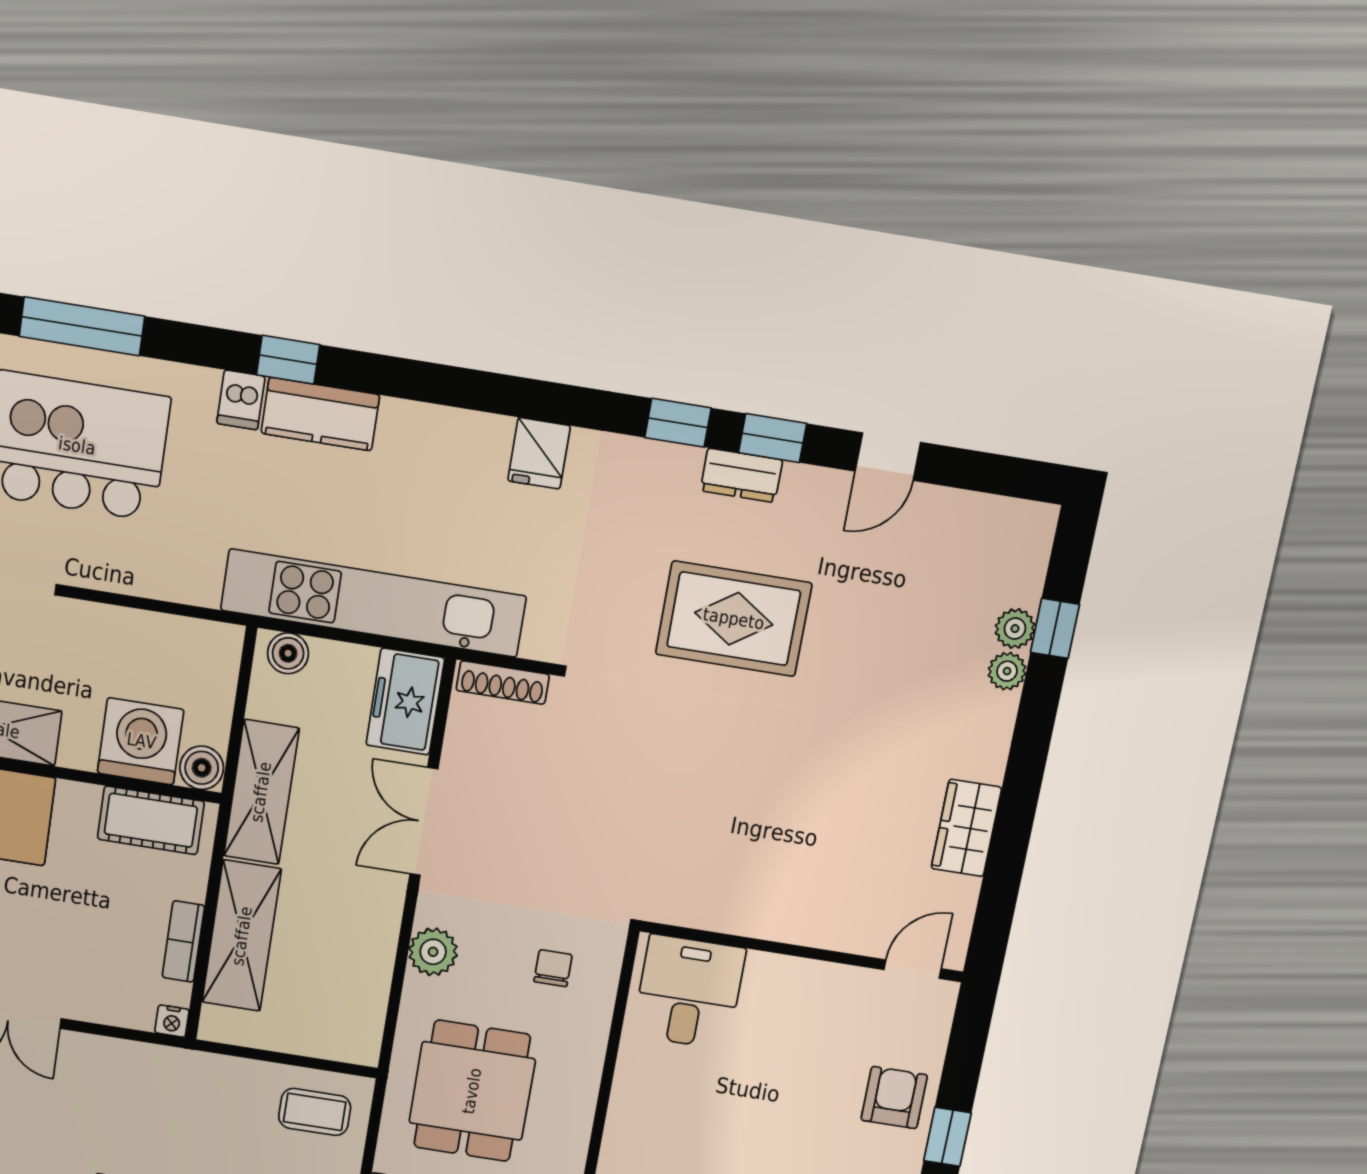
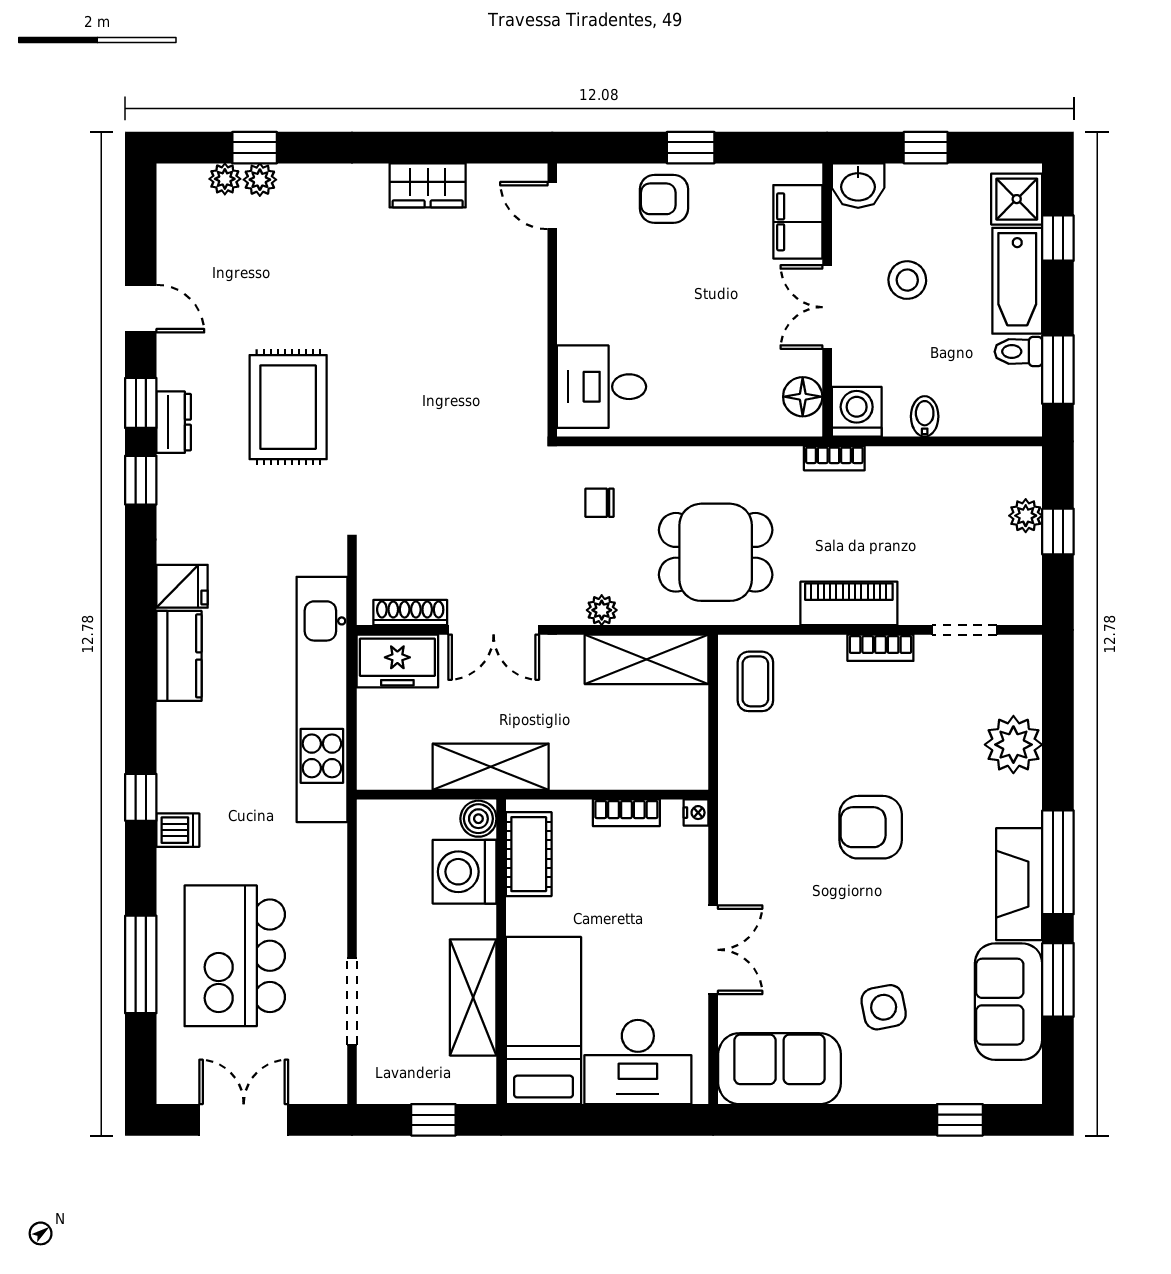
kitchen counter: (320, 414) -> (179, 656), moved
boiler: (288, 653) -> (373, 762), removed
plant: (1007, 671) -> (225, 179), moved
shoe rack: (503, 682) -> (410, 613), moved, turned -90
shelving: (242, 936) -> (647, 659), moved
plant: (433, 952) -> (602, 610), width x0.73, depth x0.73

